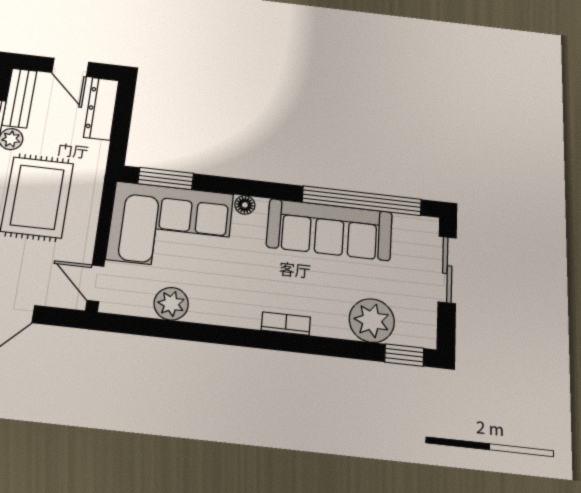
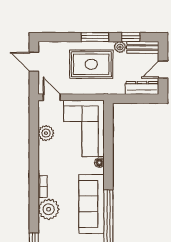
window: (166, 178) -> (108, 124), removed
door: (95, 283) -> (52, 97), hinge flipped
plant: (372, 320) -> (49, 209), moved

